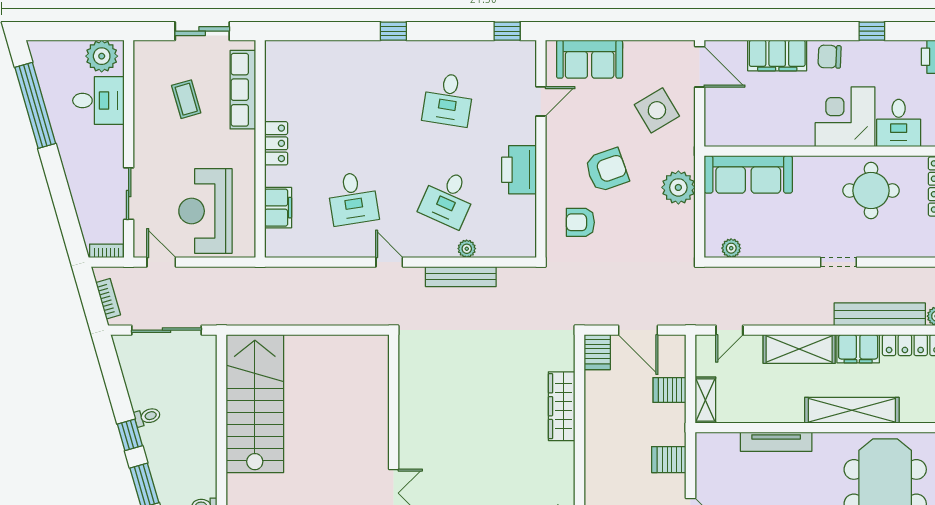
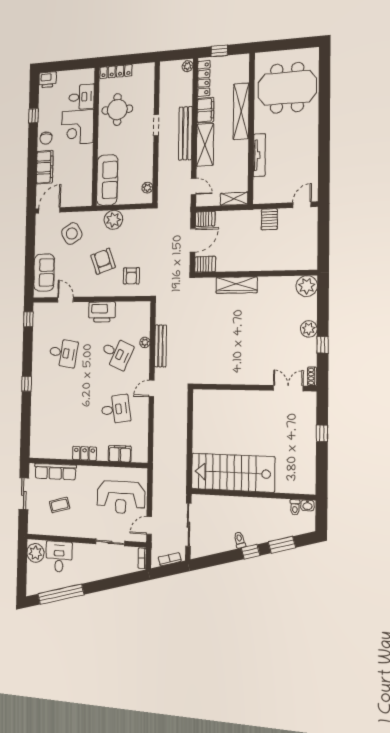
bench: (880, 314) -> (185, 133), moved
server rack: (670, 390) -> (205, 219), moved, turned -90

